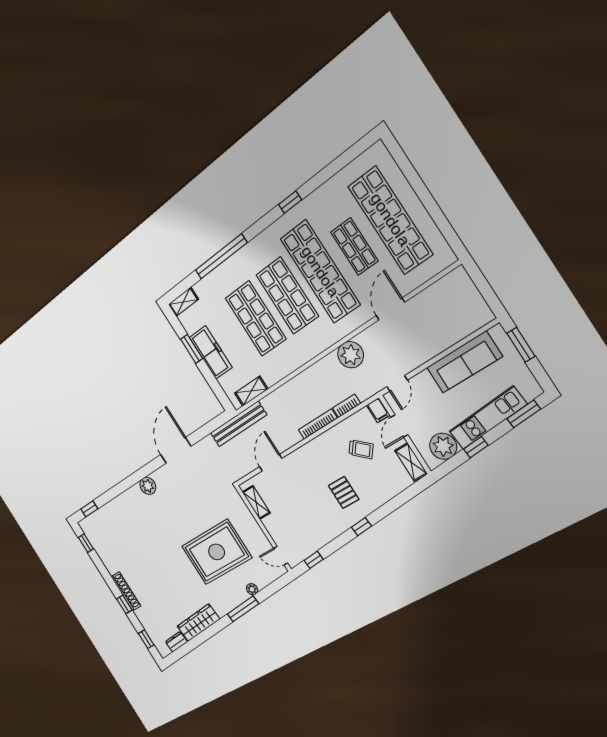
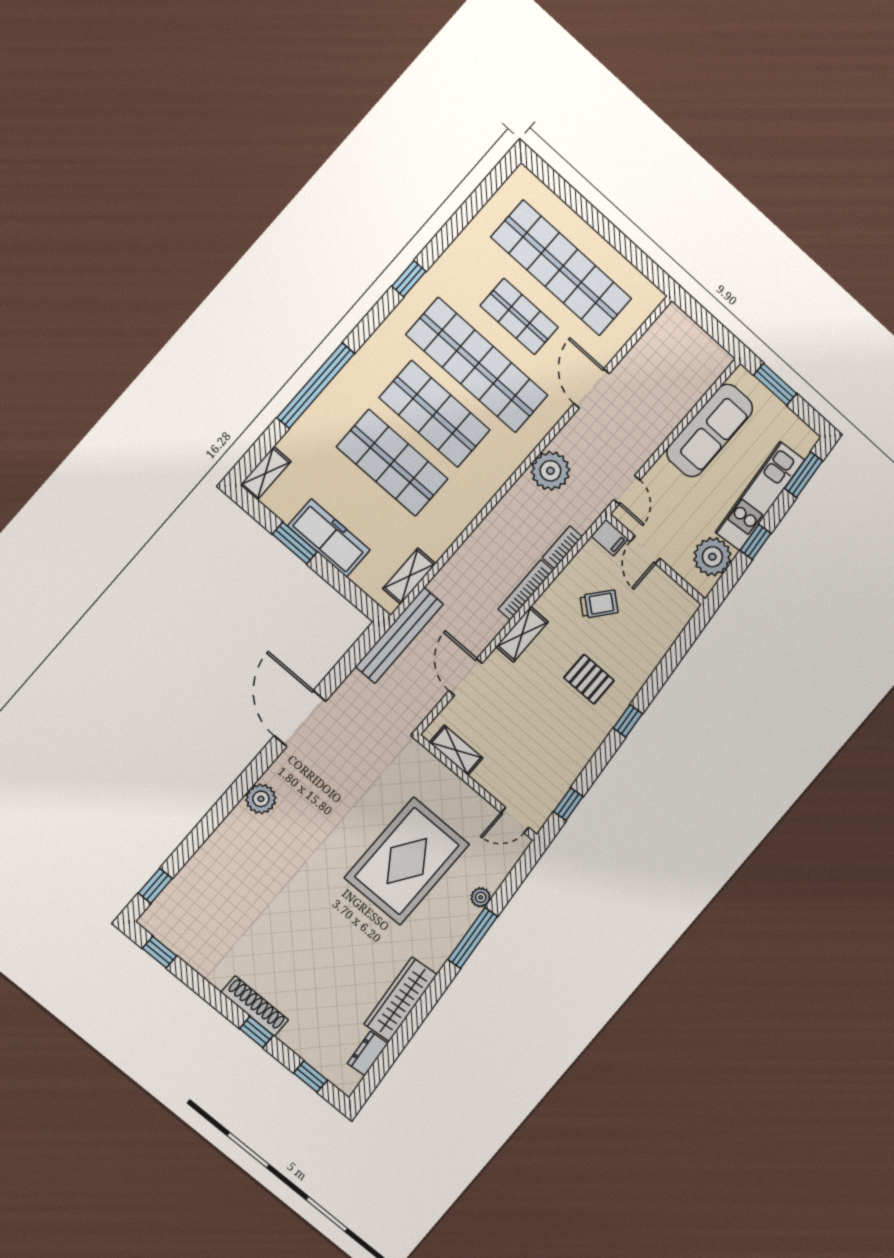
shelving: (411, 462) -> (522, 634), moved, turned 90

